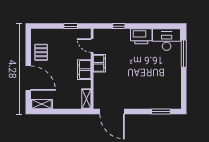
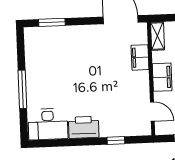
window: (184, 54) -> (22, 89), moved
filing cabinet: (99, 63) -> (140, 57), moved

